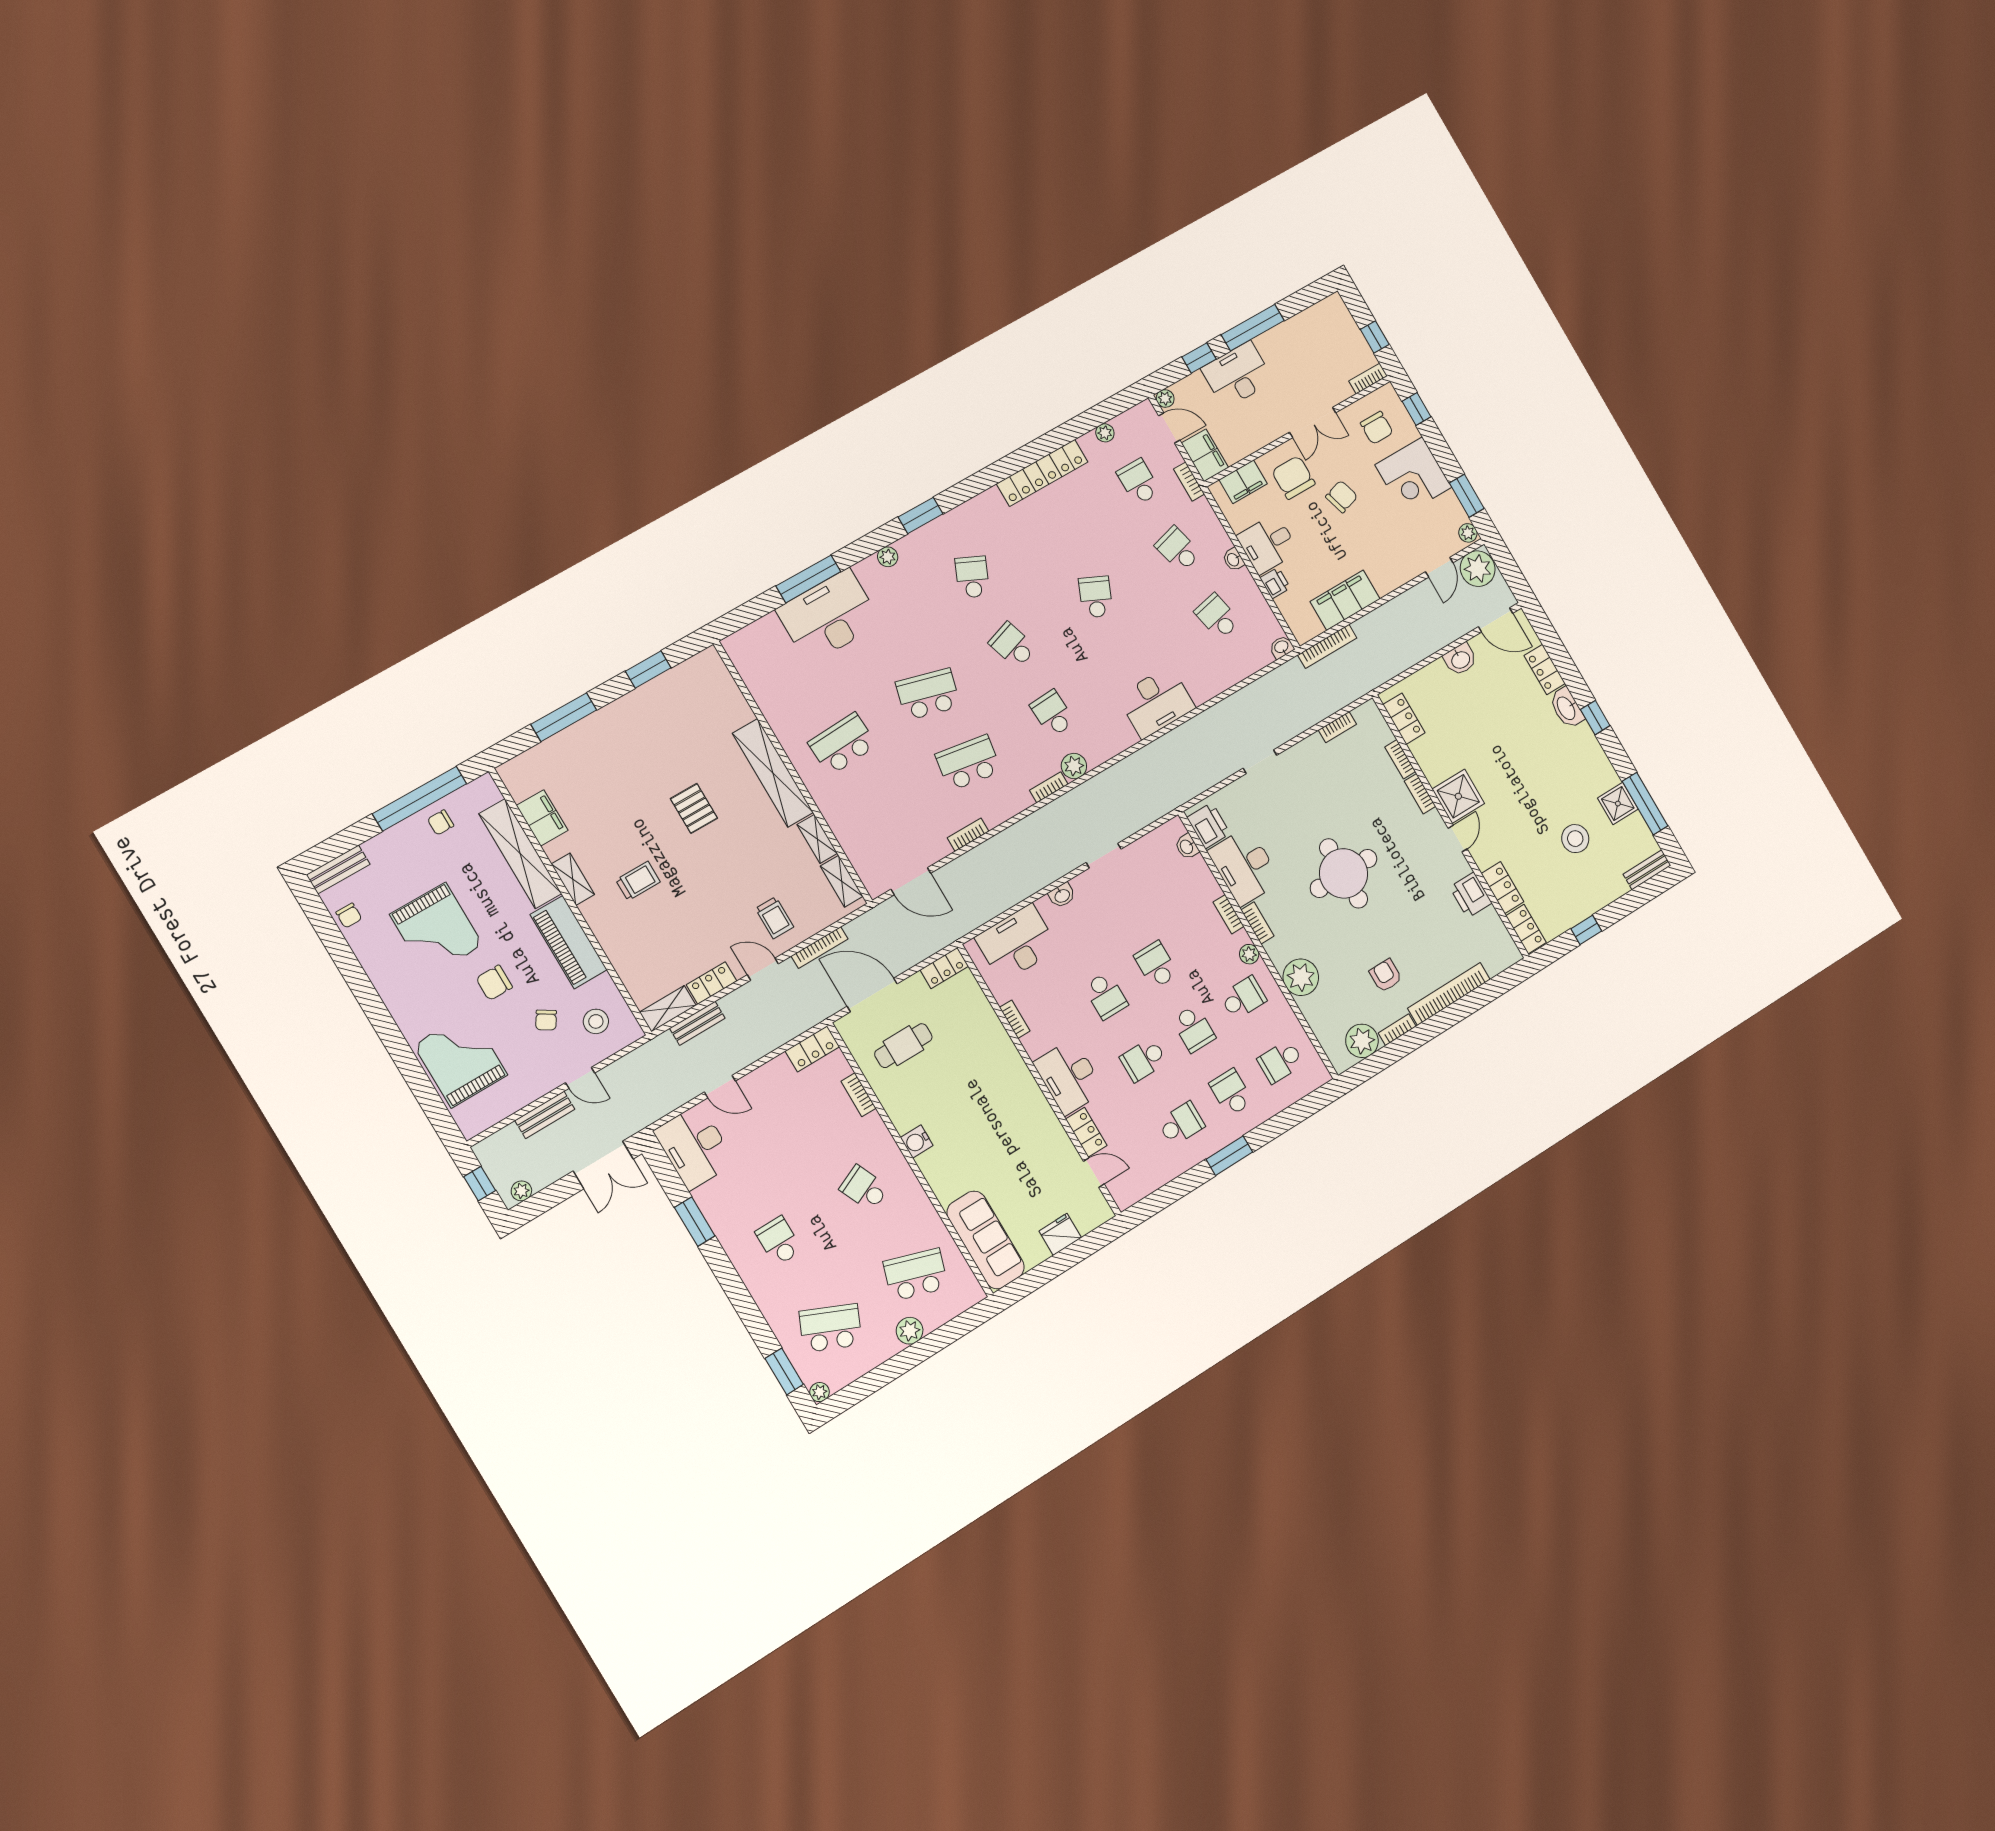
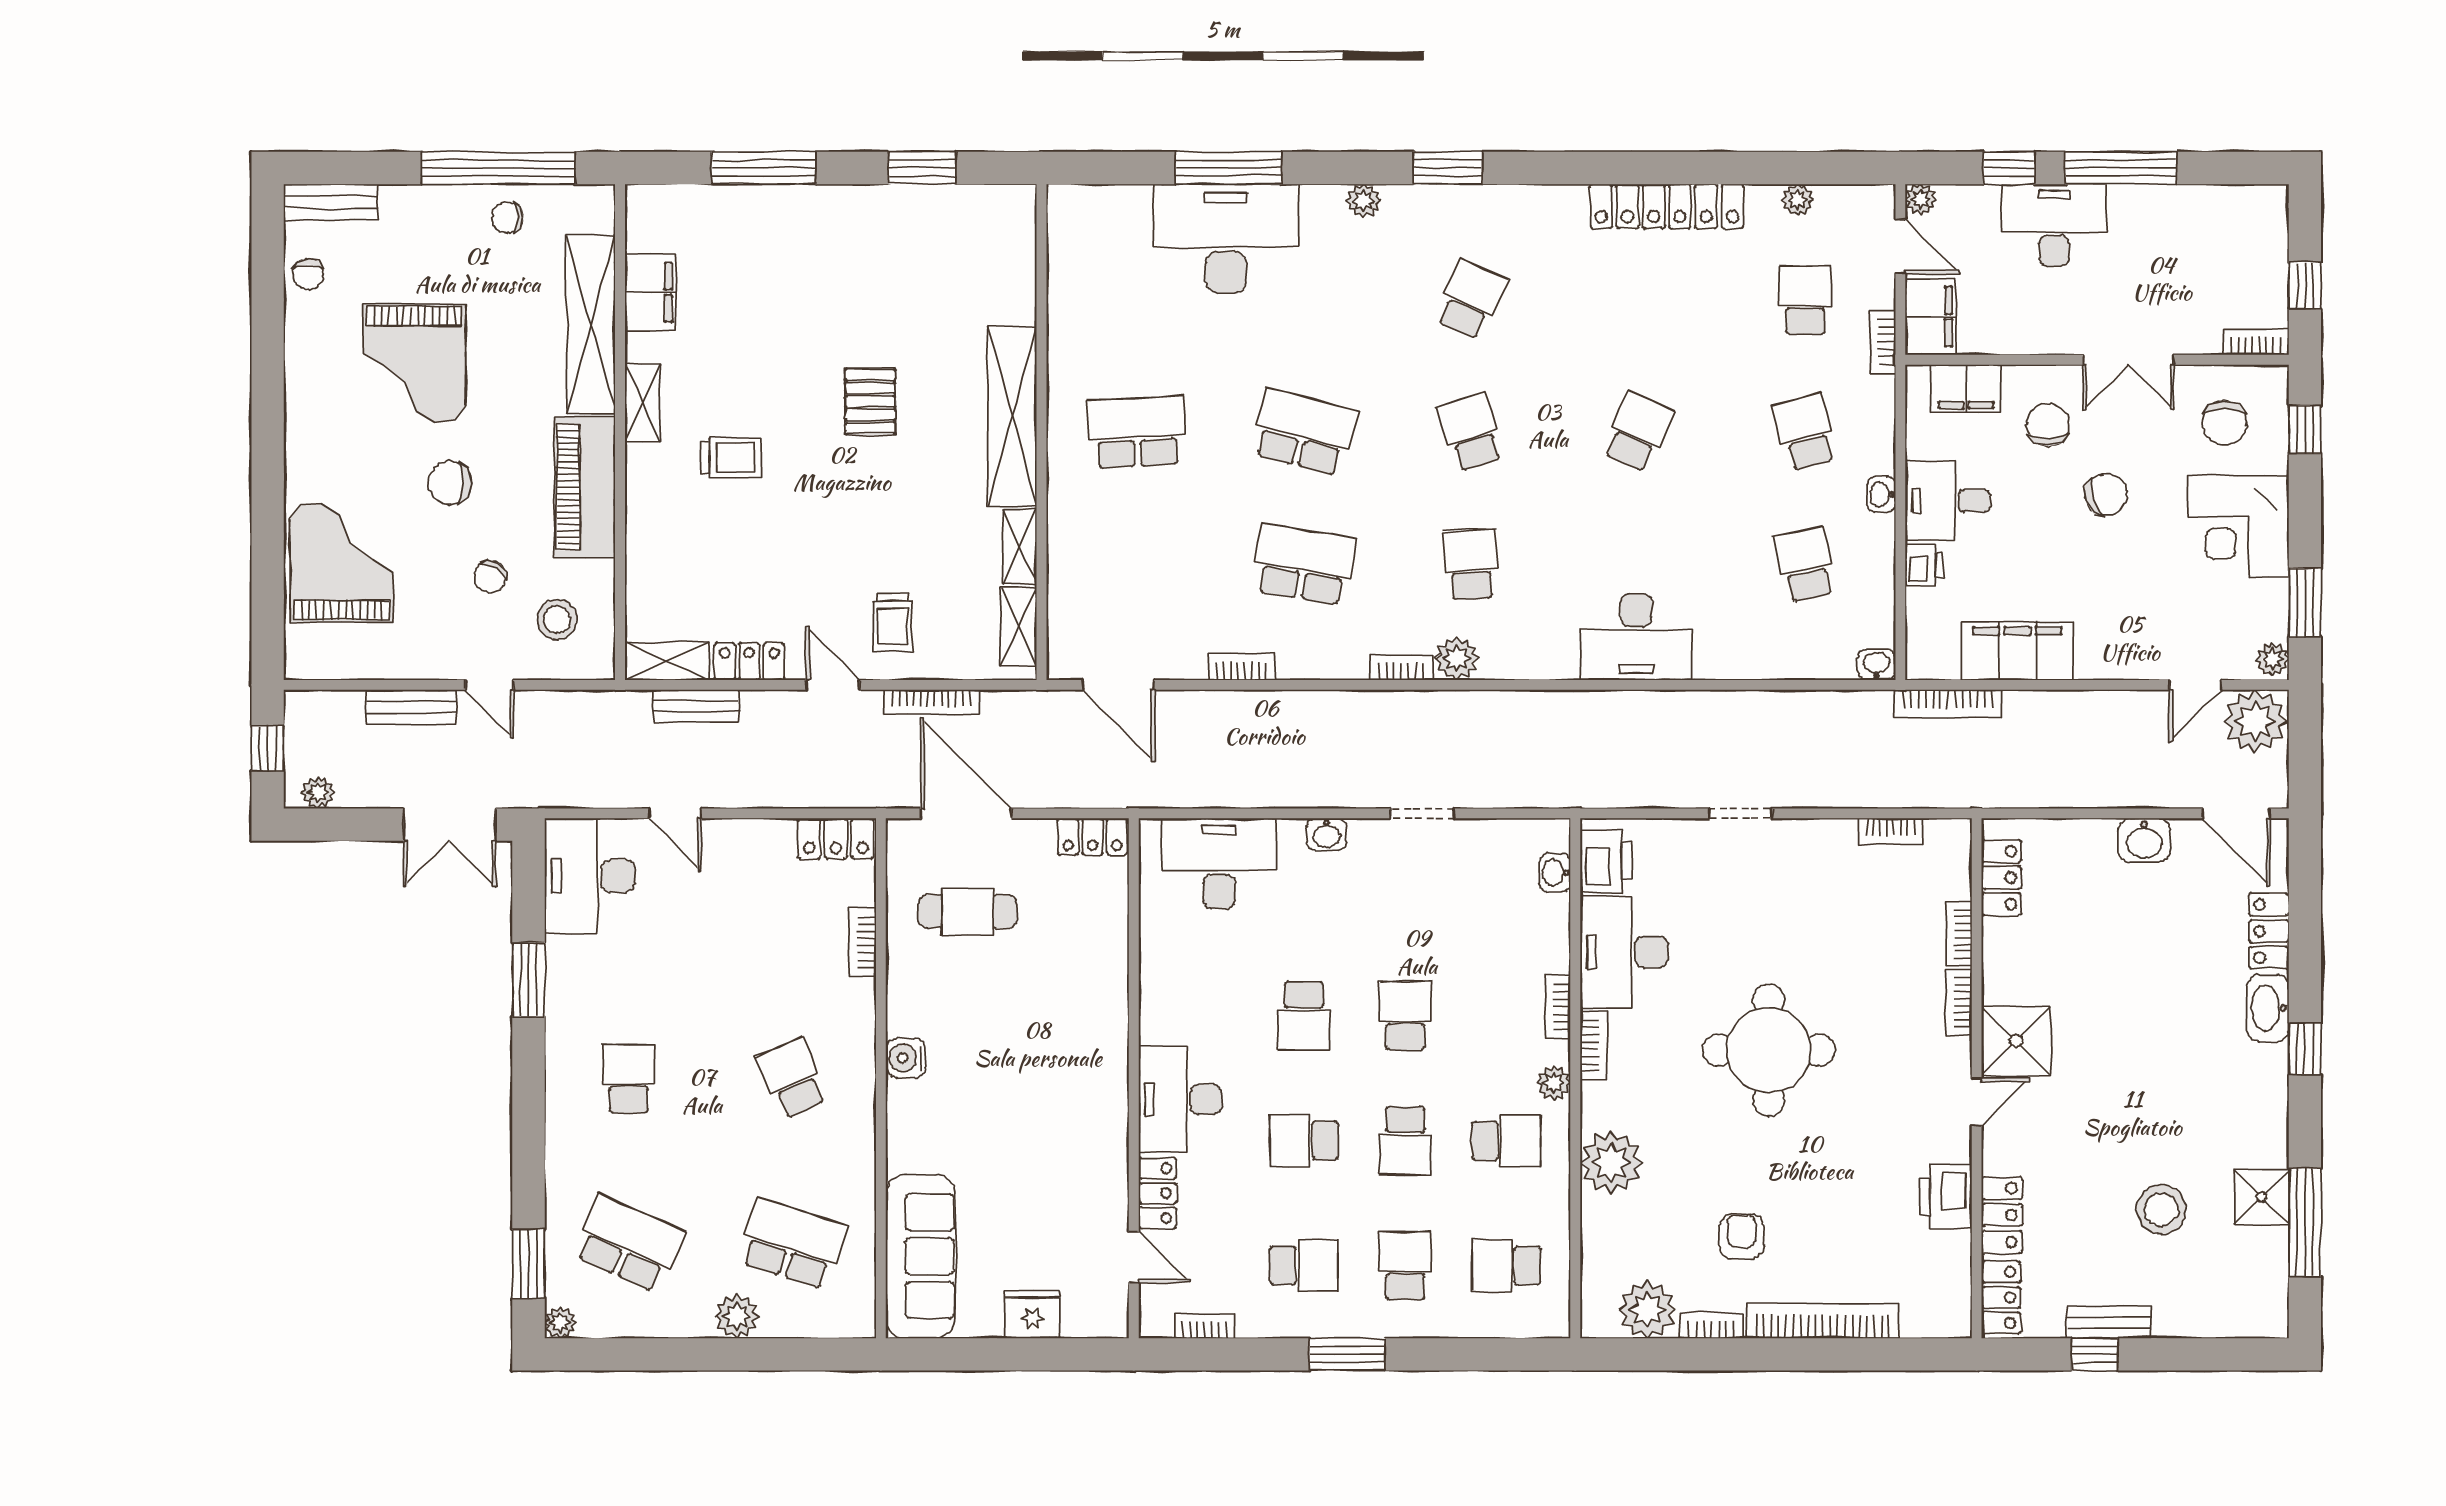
chair: (1293, 477) -> (2048, 425), width x0.73, depth x0.73
bench: (1647, 870) -> (2109, 1322), moved
bookcase: (1015, 1019) -> (1204, 1326), moved, turned -90

